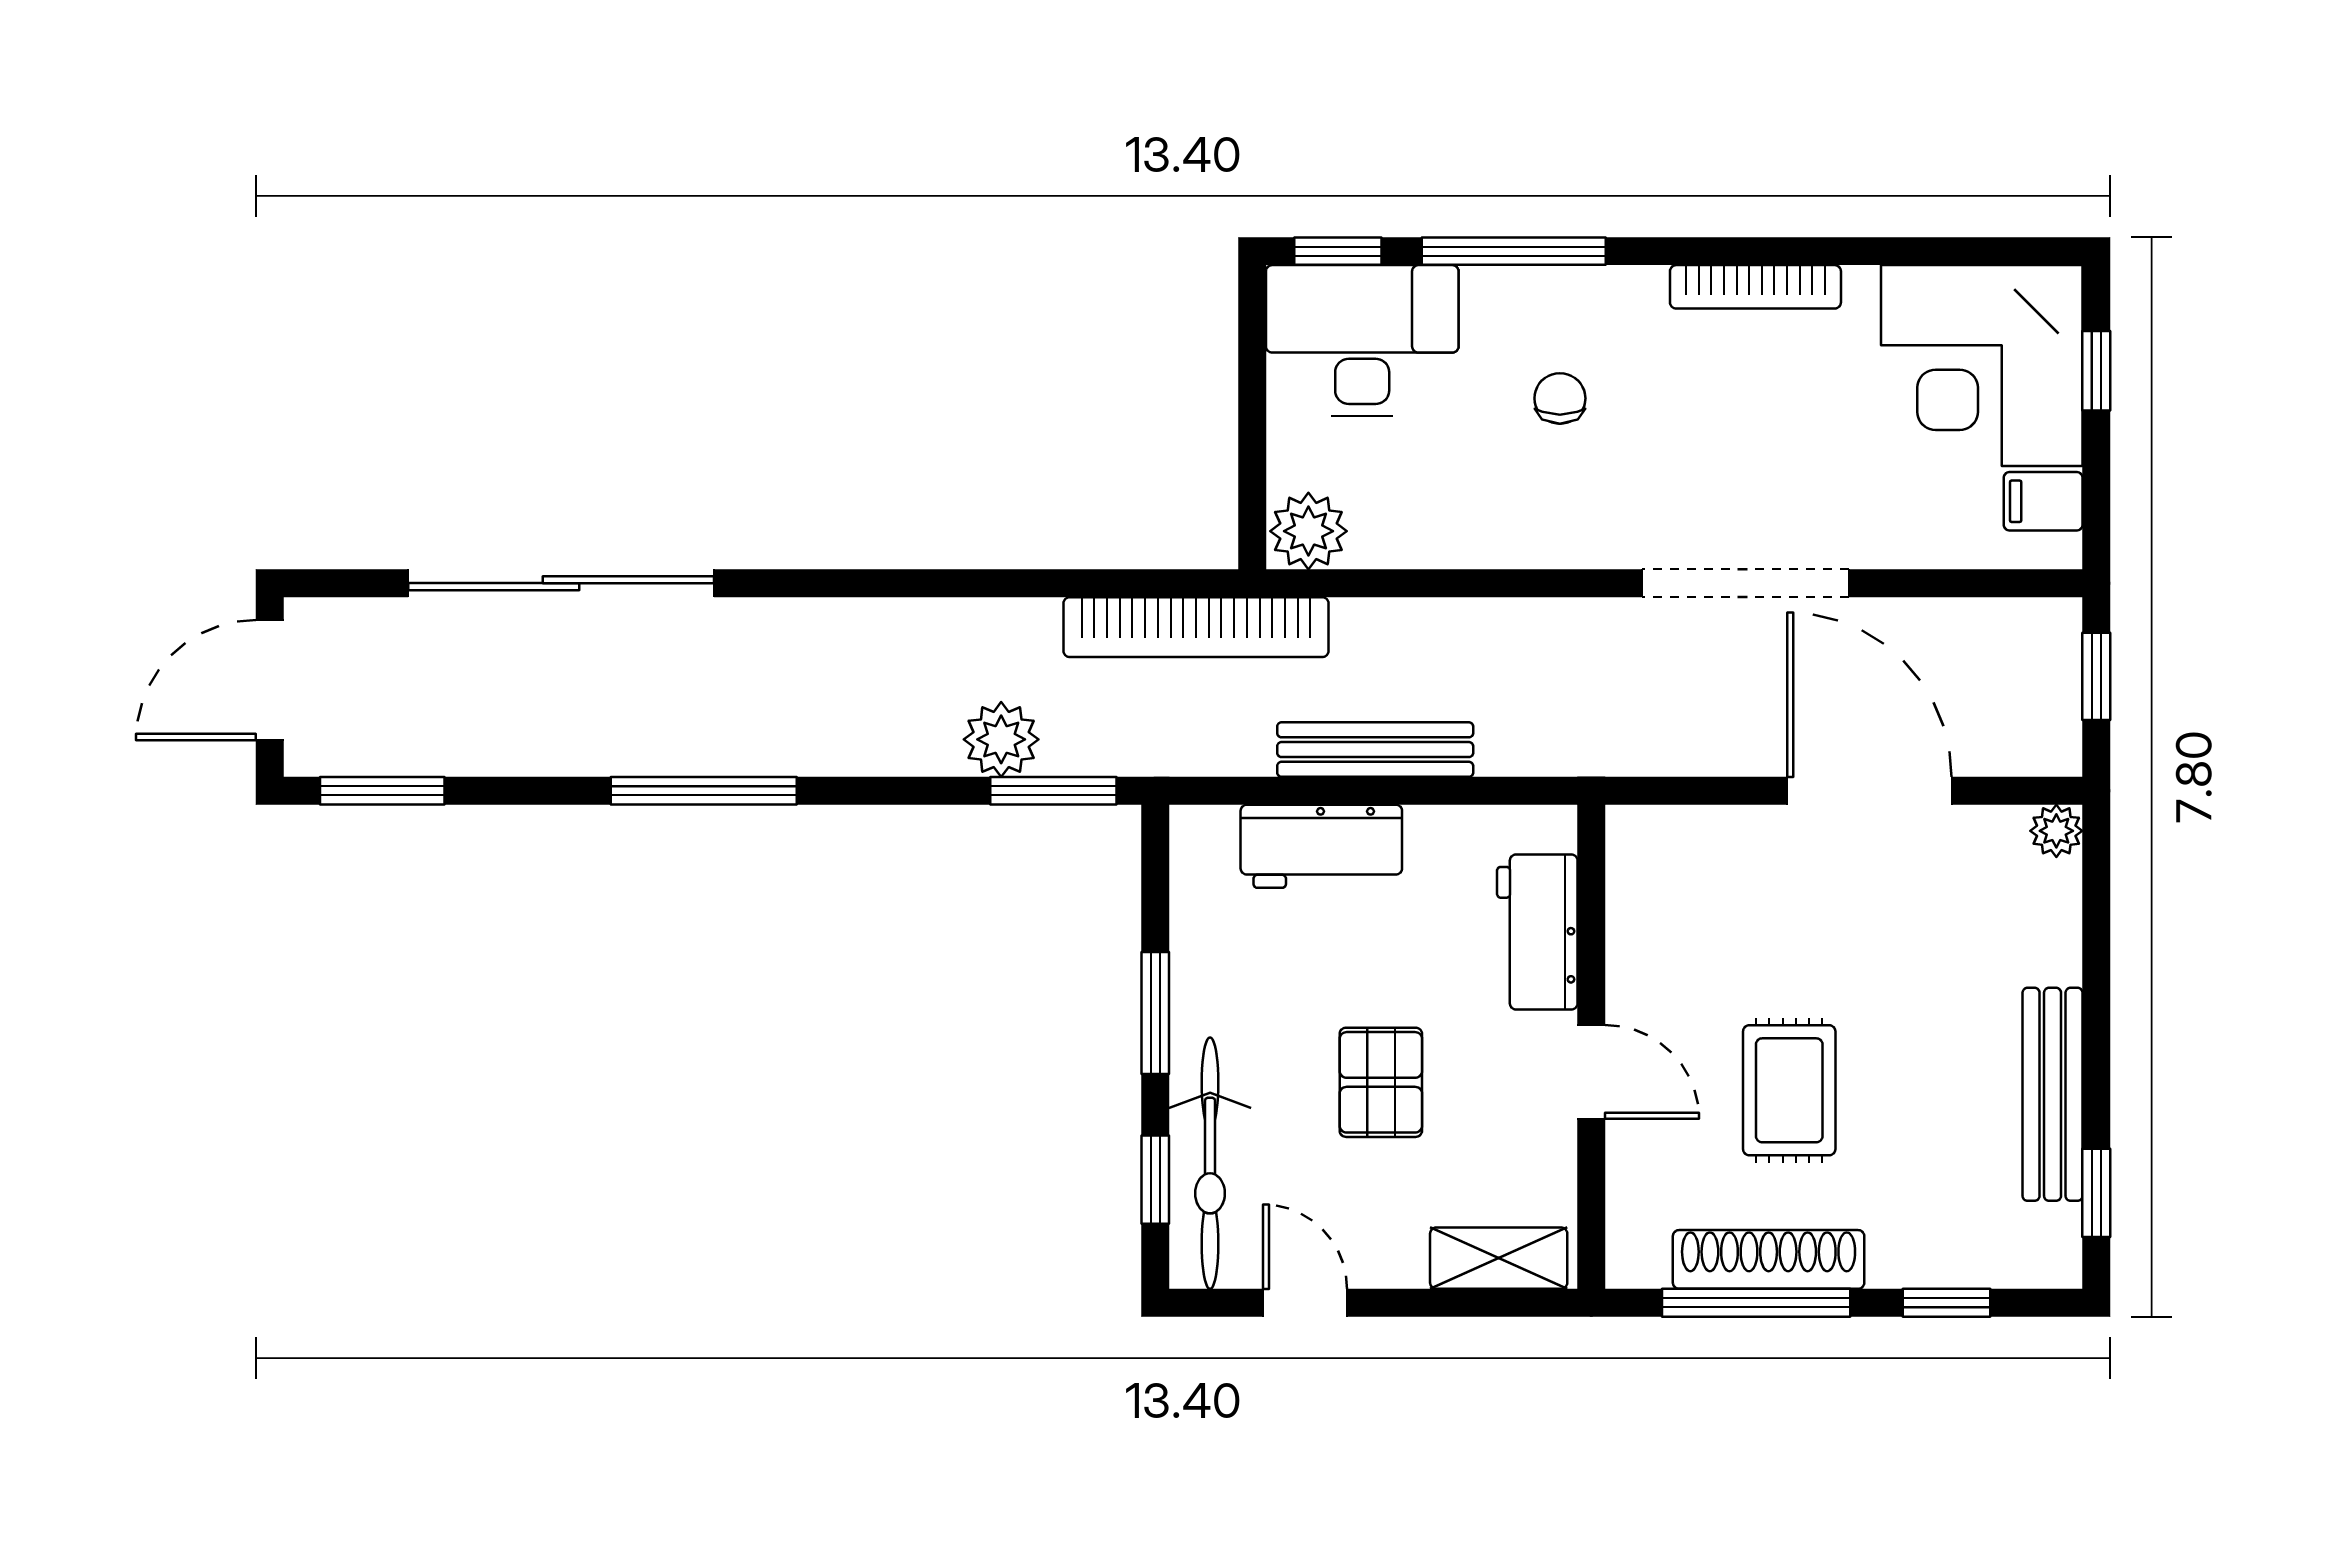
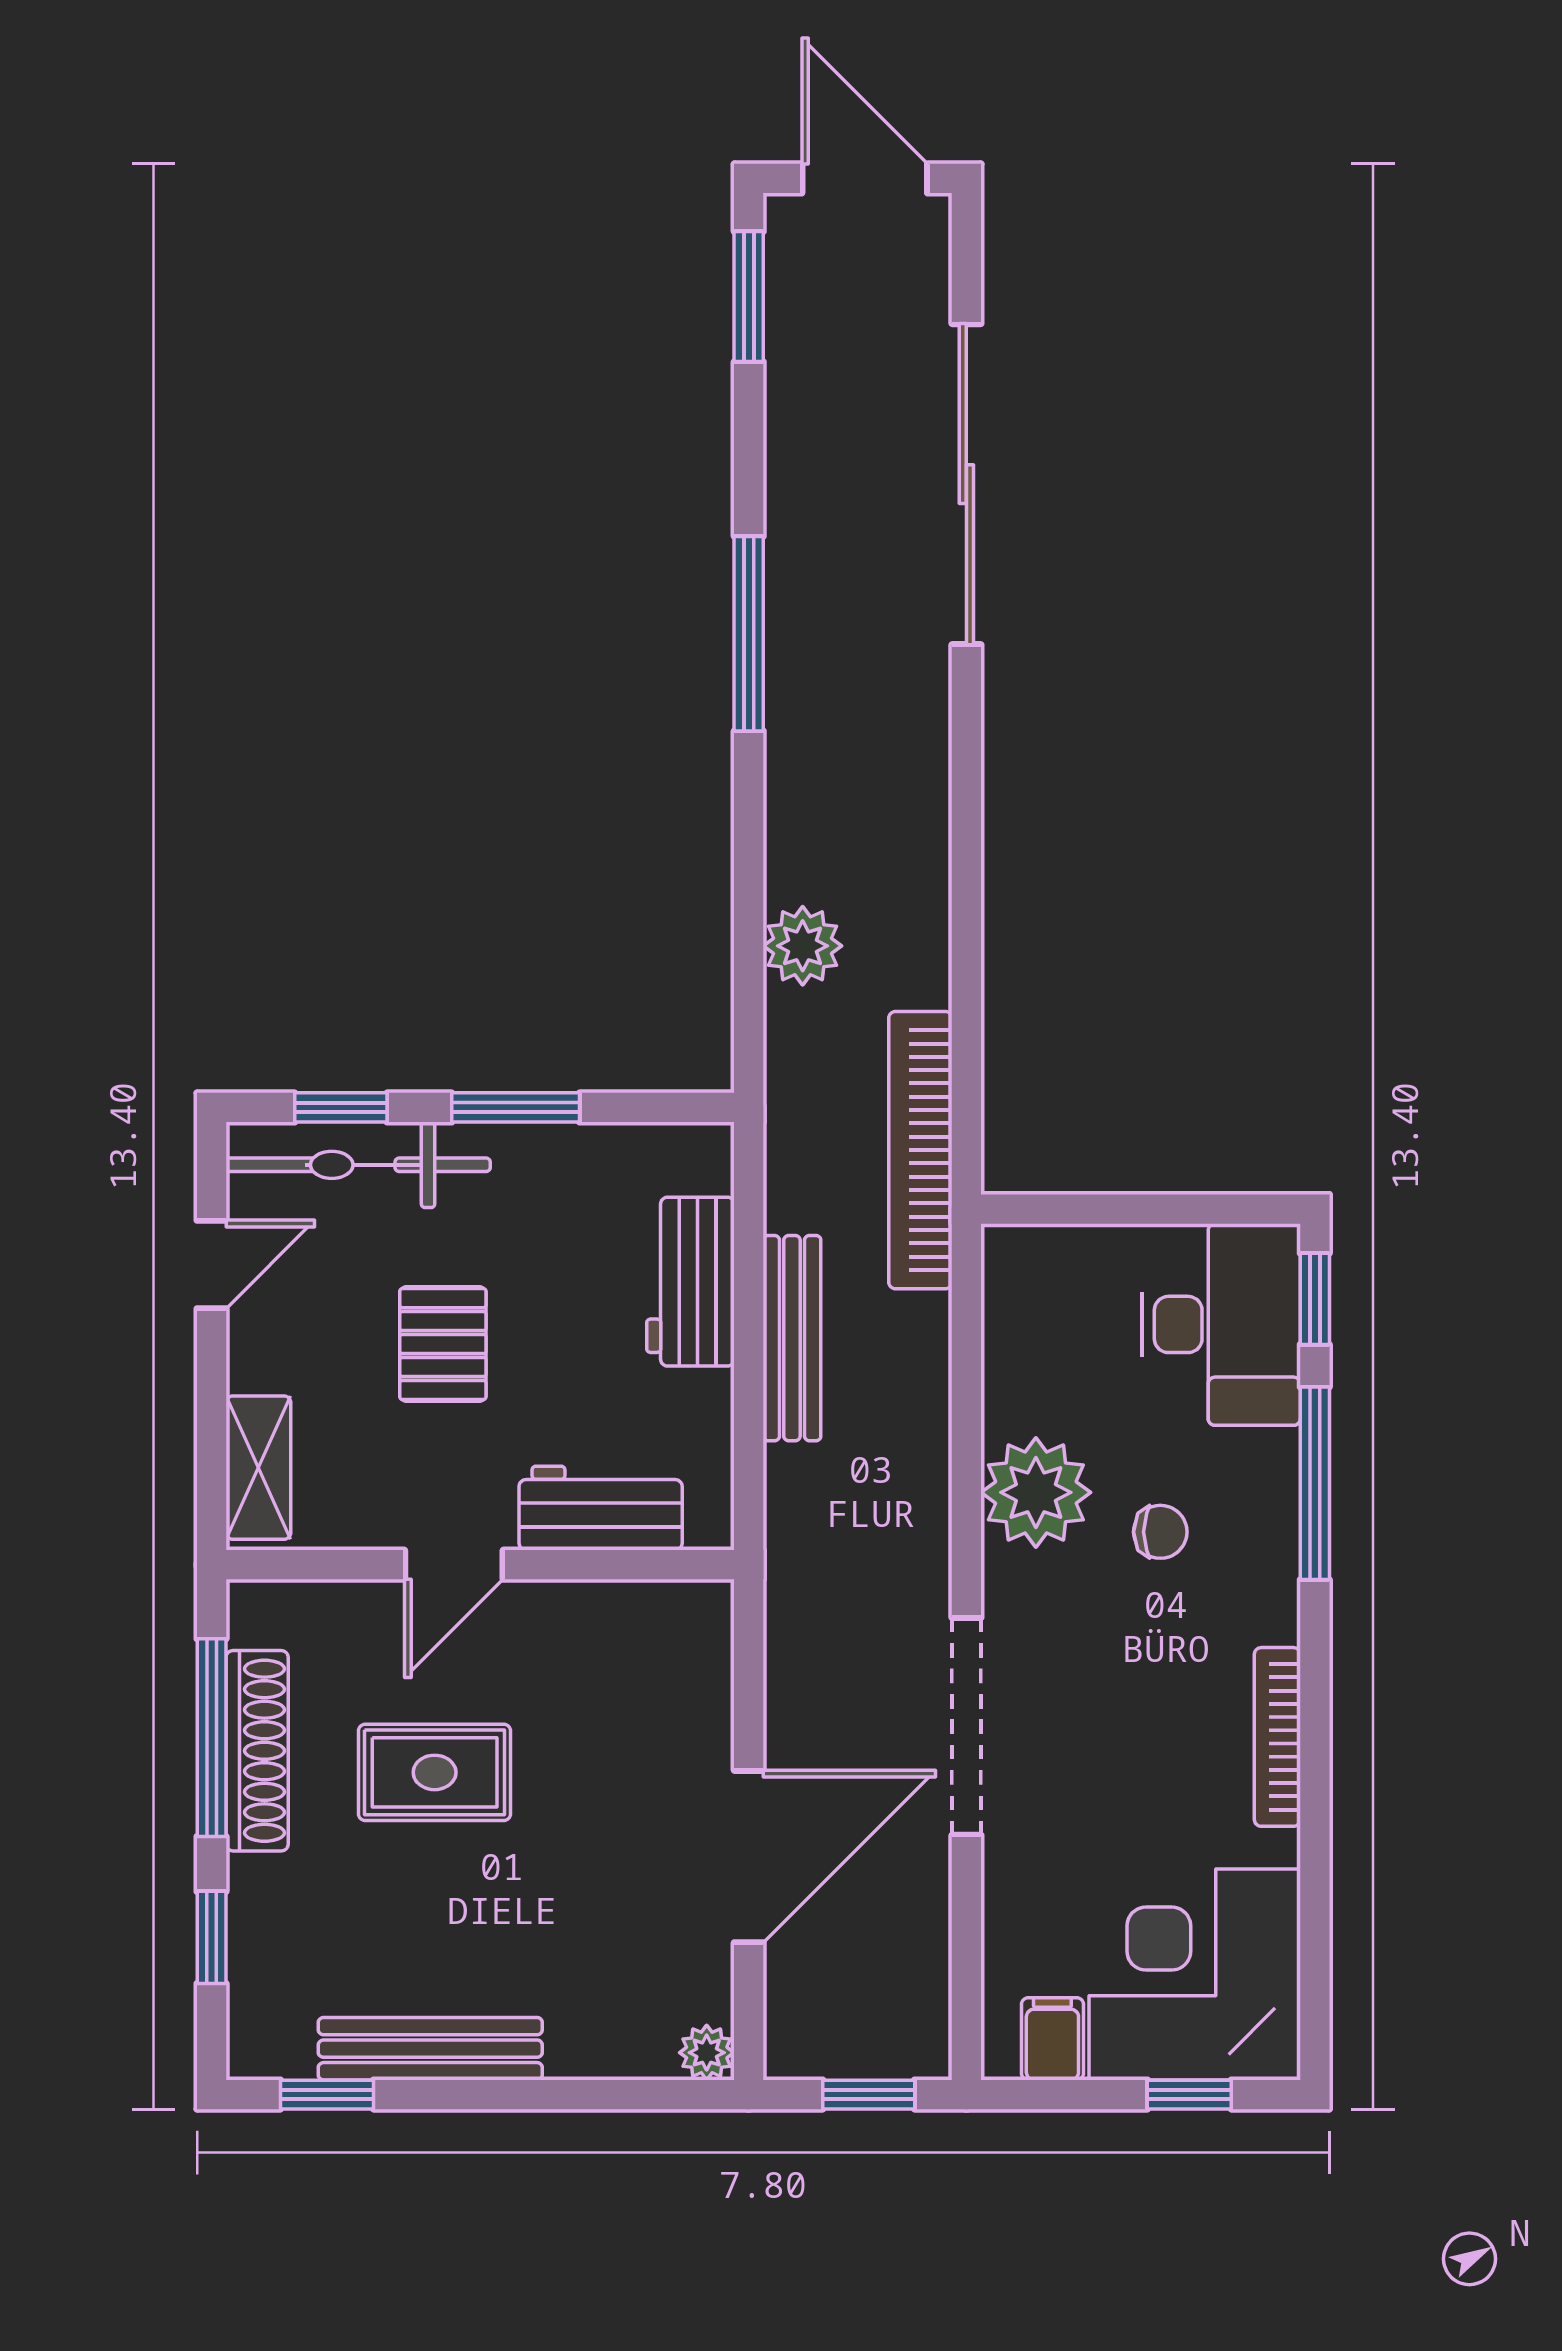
plant: (1308, 531) -> (1036, 1492), moved, width x1.36, depth x1.36
window: (1053, 791) -> (749, 1001), removed
pallet: (1381, 1082) -> (443, 1344), turned 90

